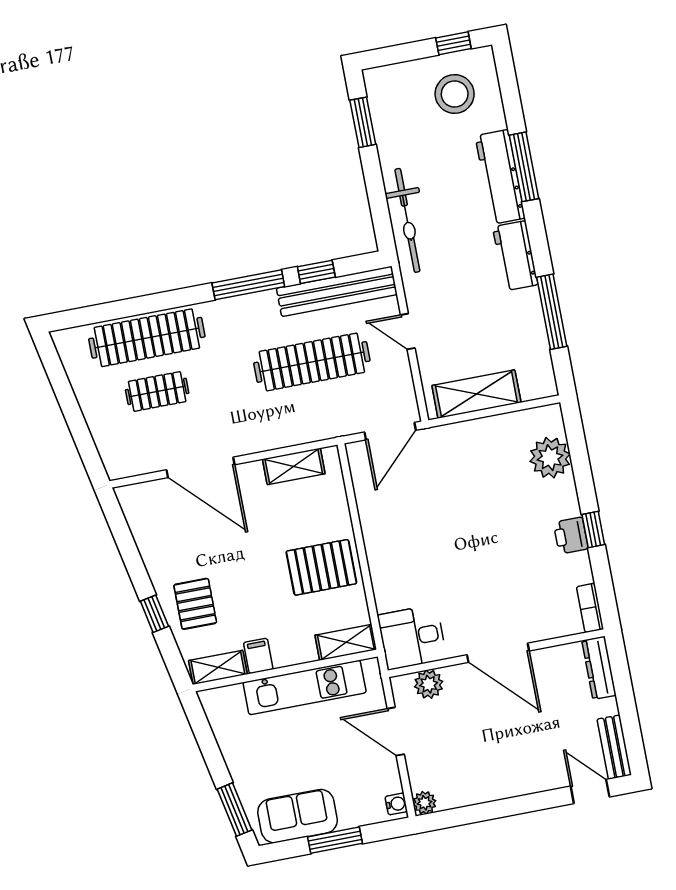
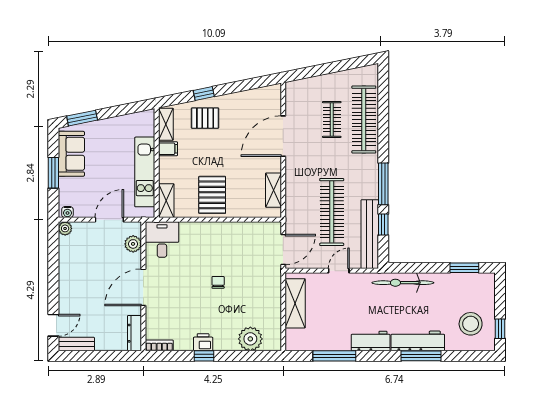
door: (390, 431) -> (283, 250), swing flipped
chair: (466, 530) -> (218, 282), added
dresser: (599, 668) -> (135, 333), moved, turned -90

